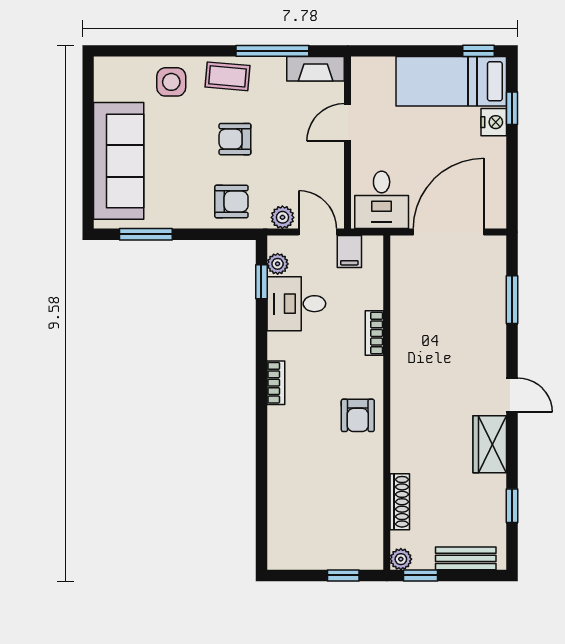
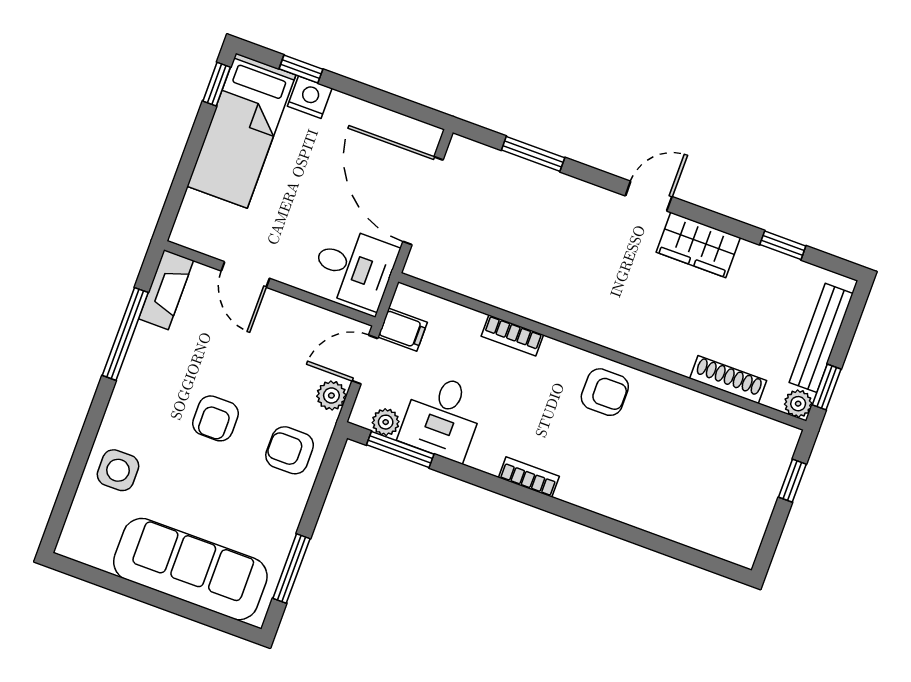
coffee table: (228, 76) -> (136, 400), removed
armchair: (231, 201) -> (290, 450), turned -90
window: (261, 282) -> (400, 450), width x1.50
bench: (466, 558) -> (821, 338), width x1.36

